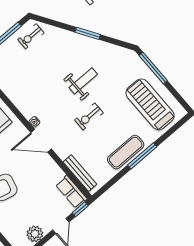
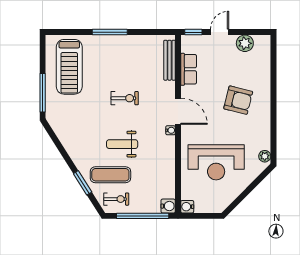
window: (88, 33) -> (83, 183), moved
weight bench: (83, 81) -> (122, 144), moved
exercise mat: (126, 152) -> (110, 175), moved
row of seats: (71, 192) -> (189, 69), moved

